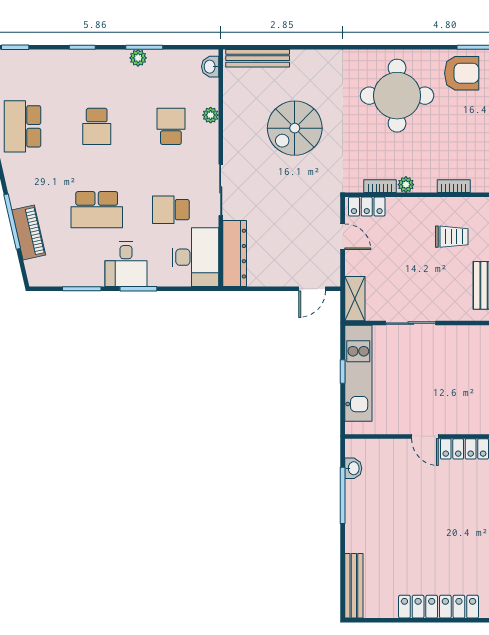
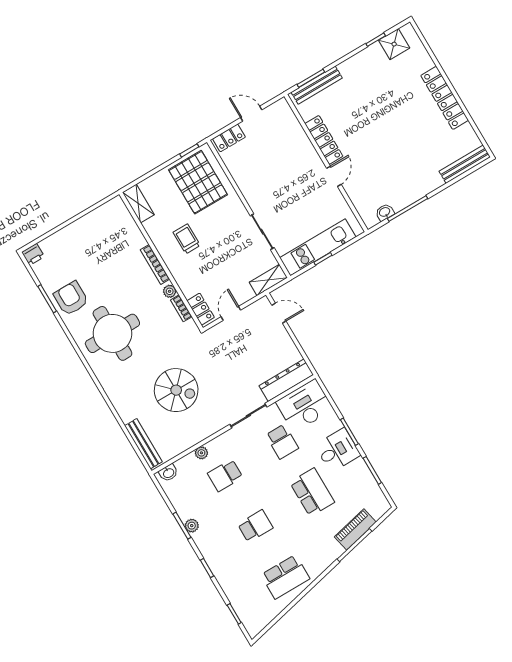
bookcase: (454, 186) -> (155, 264), width x1.56

